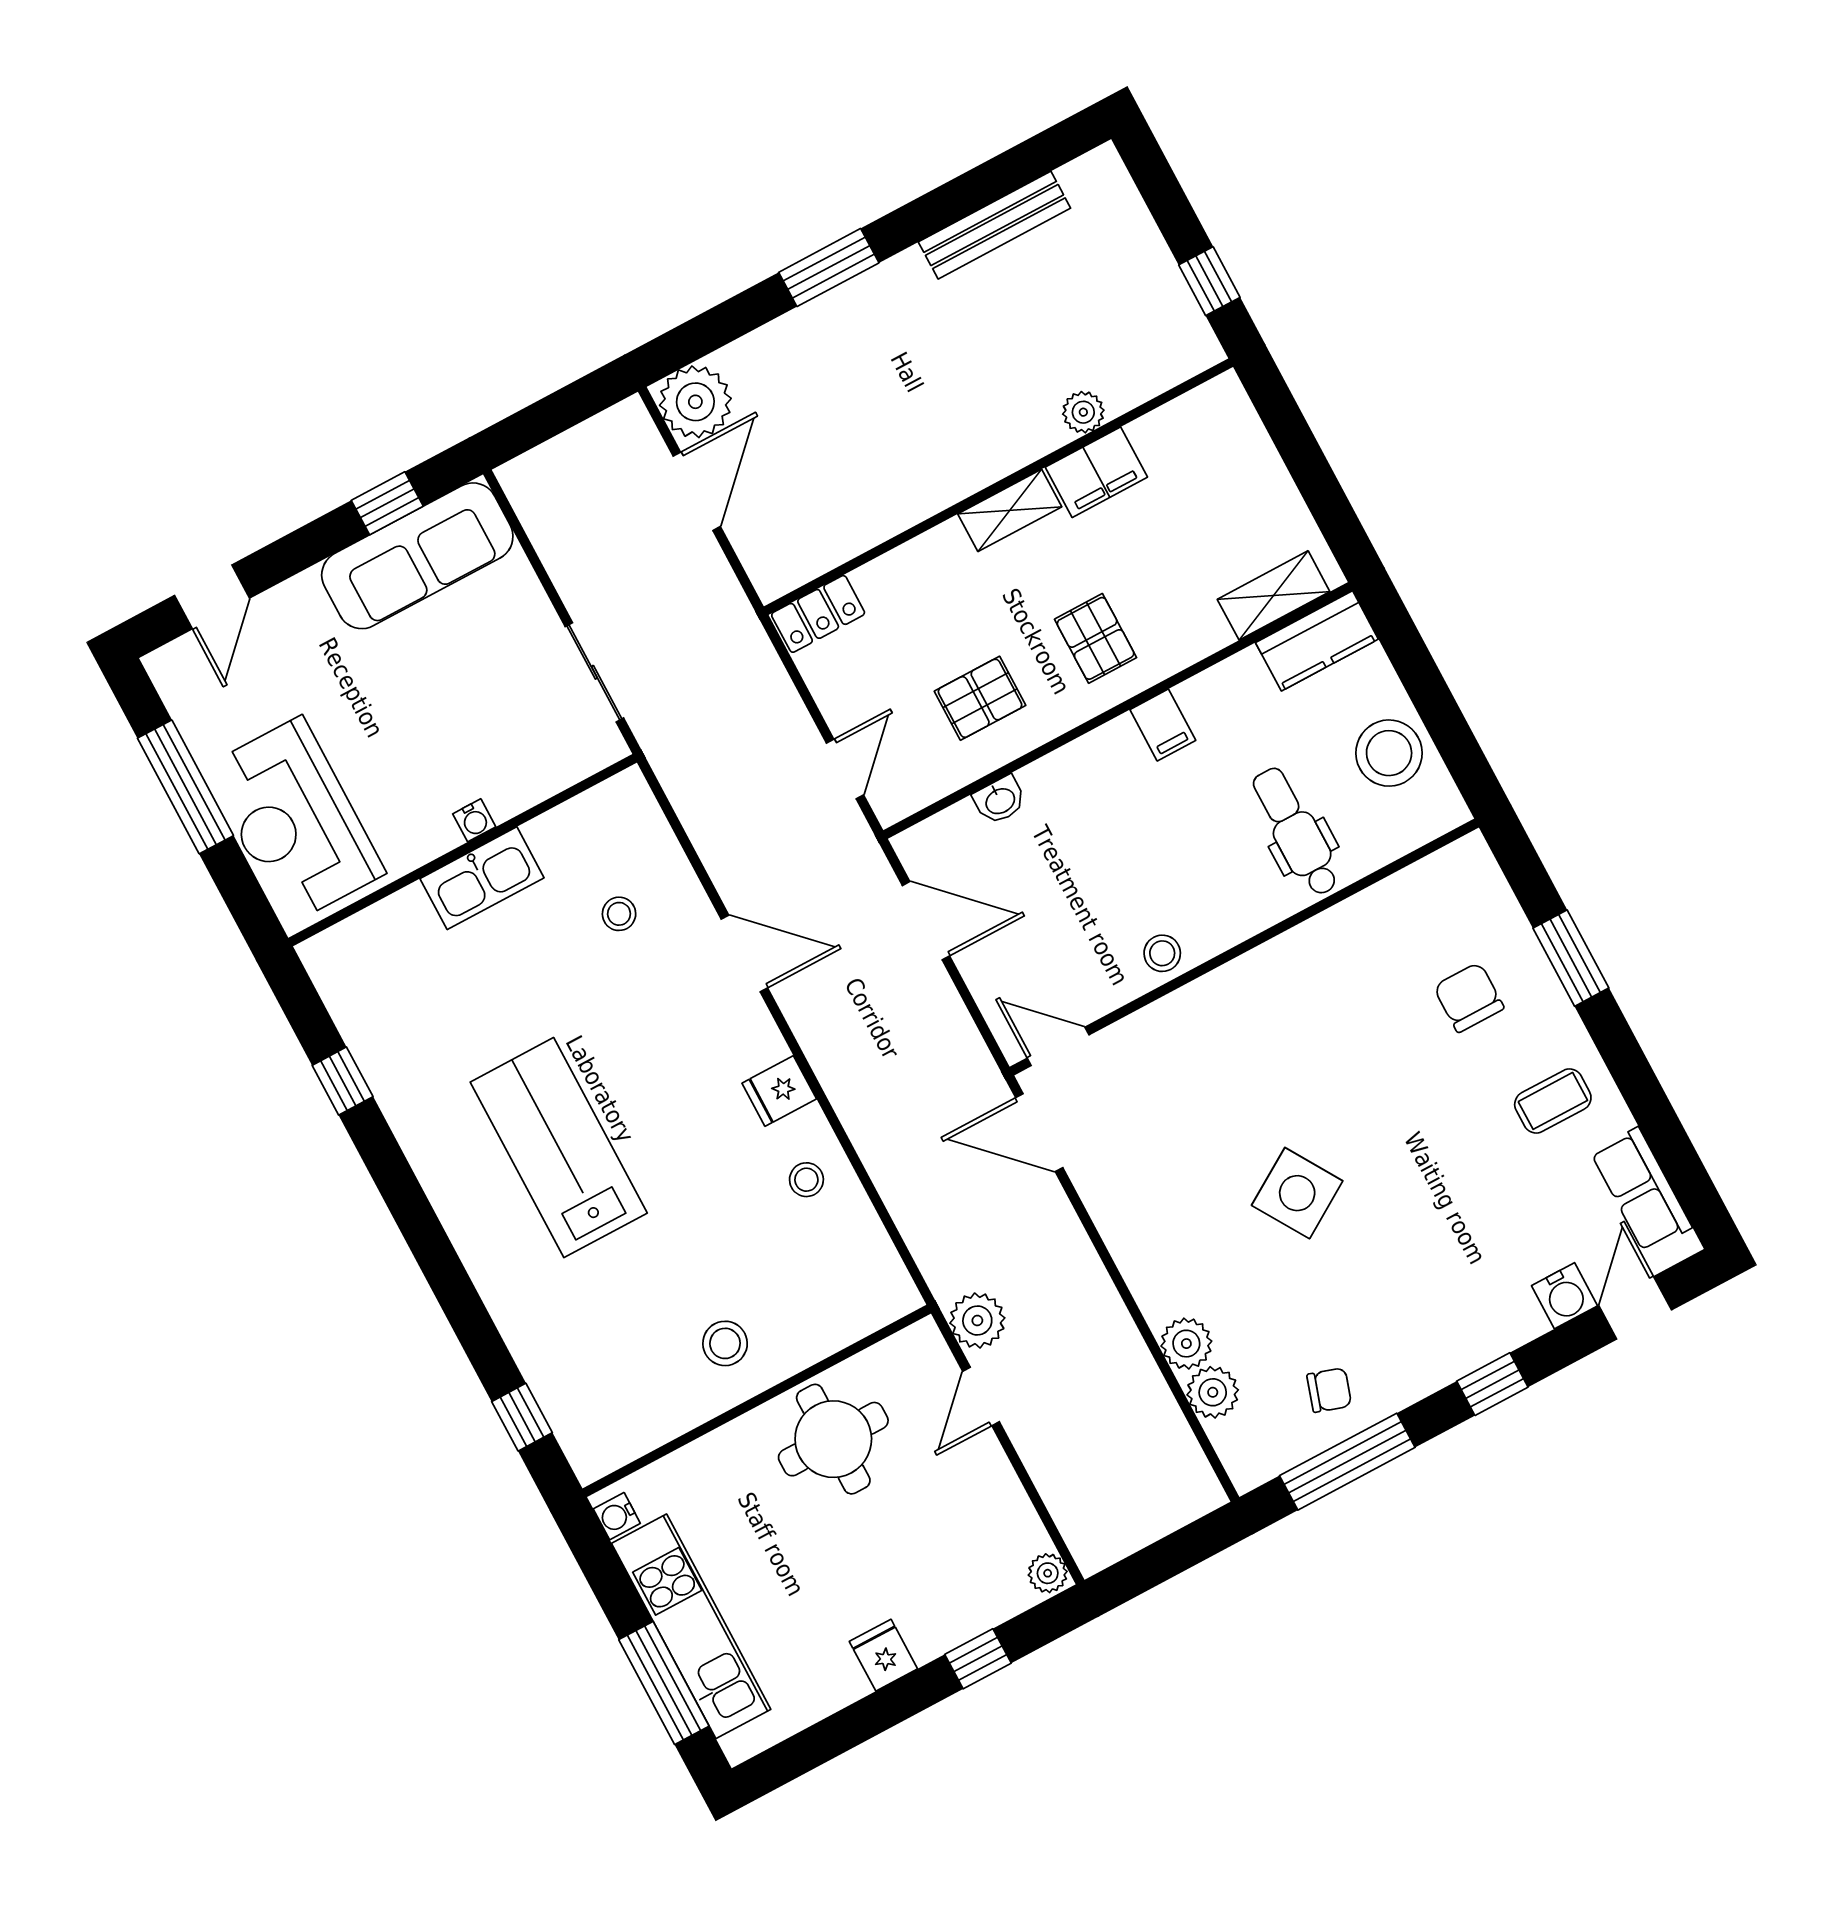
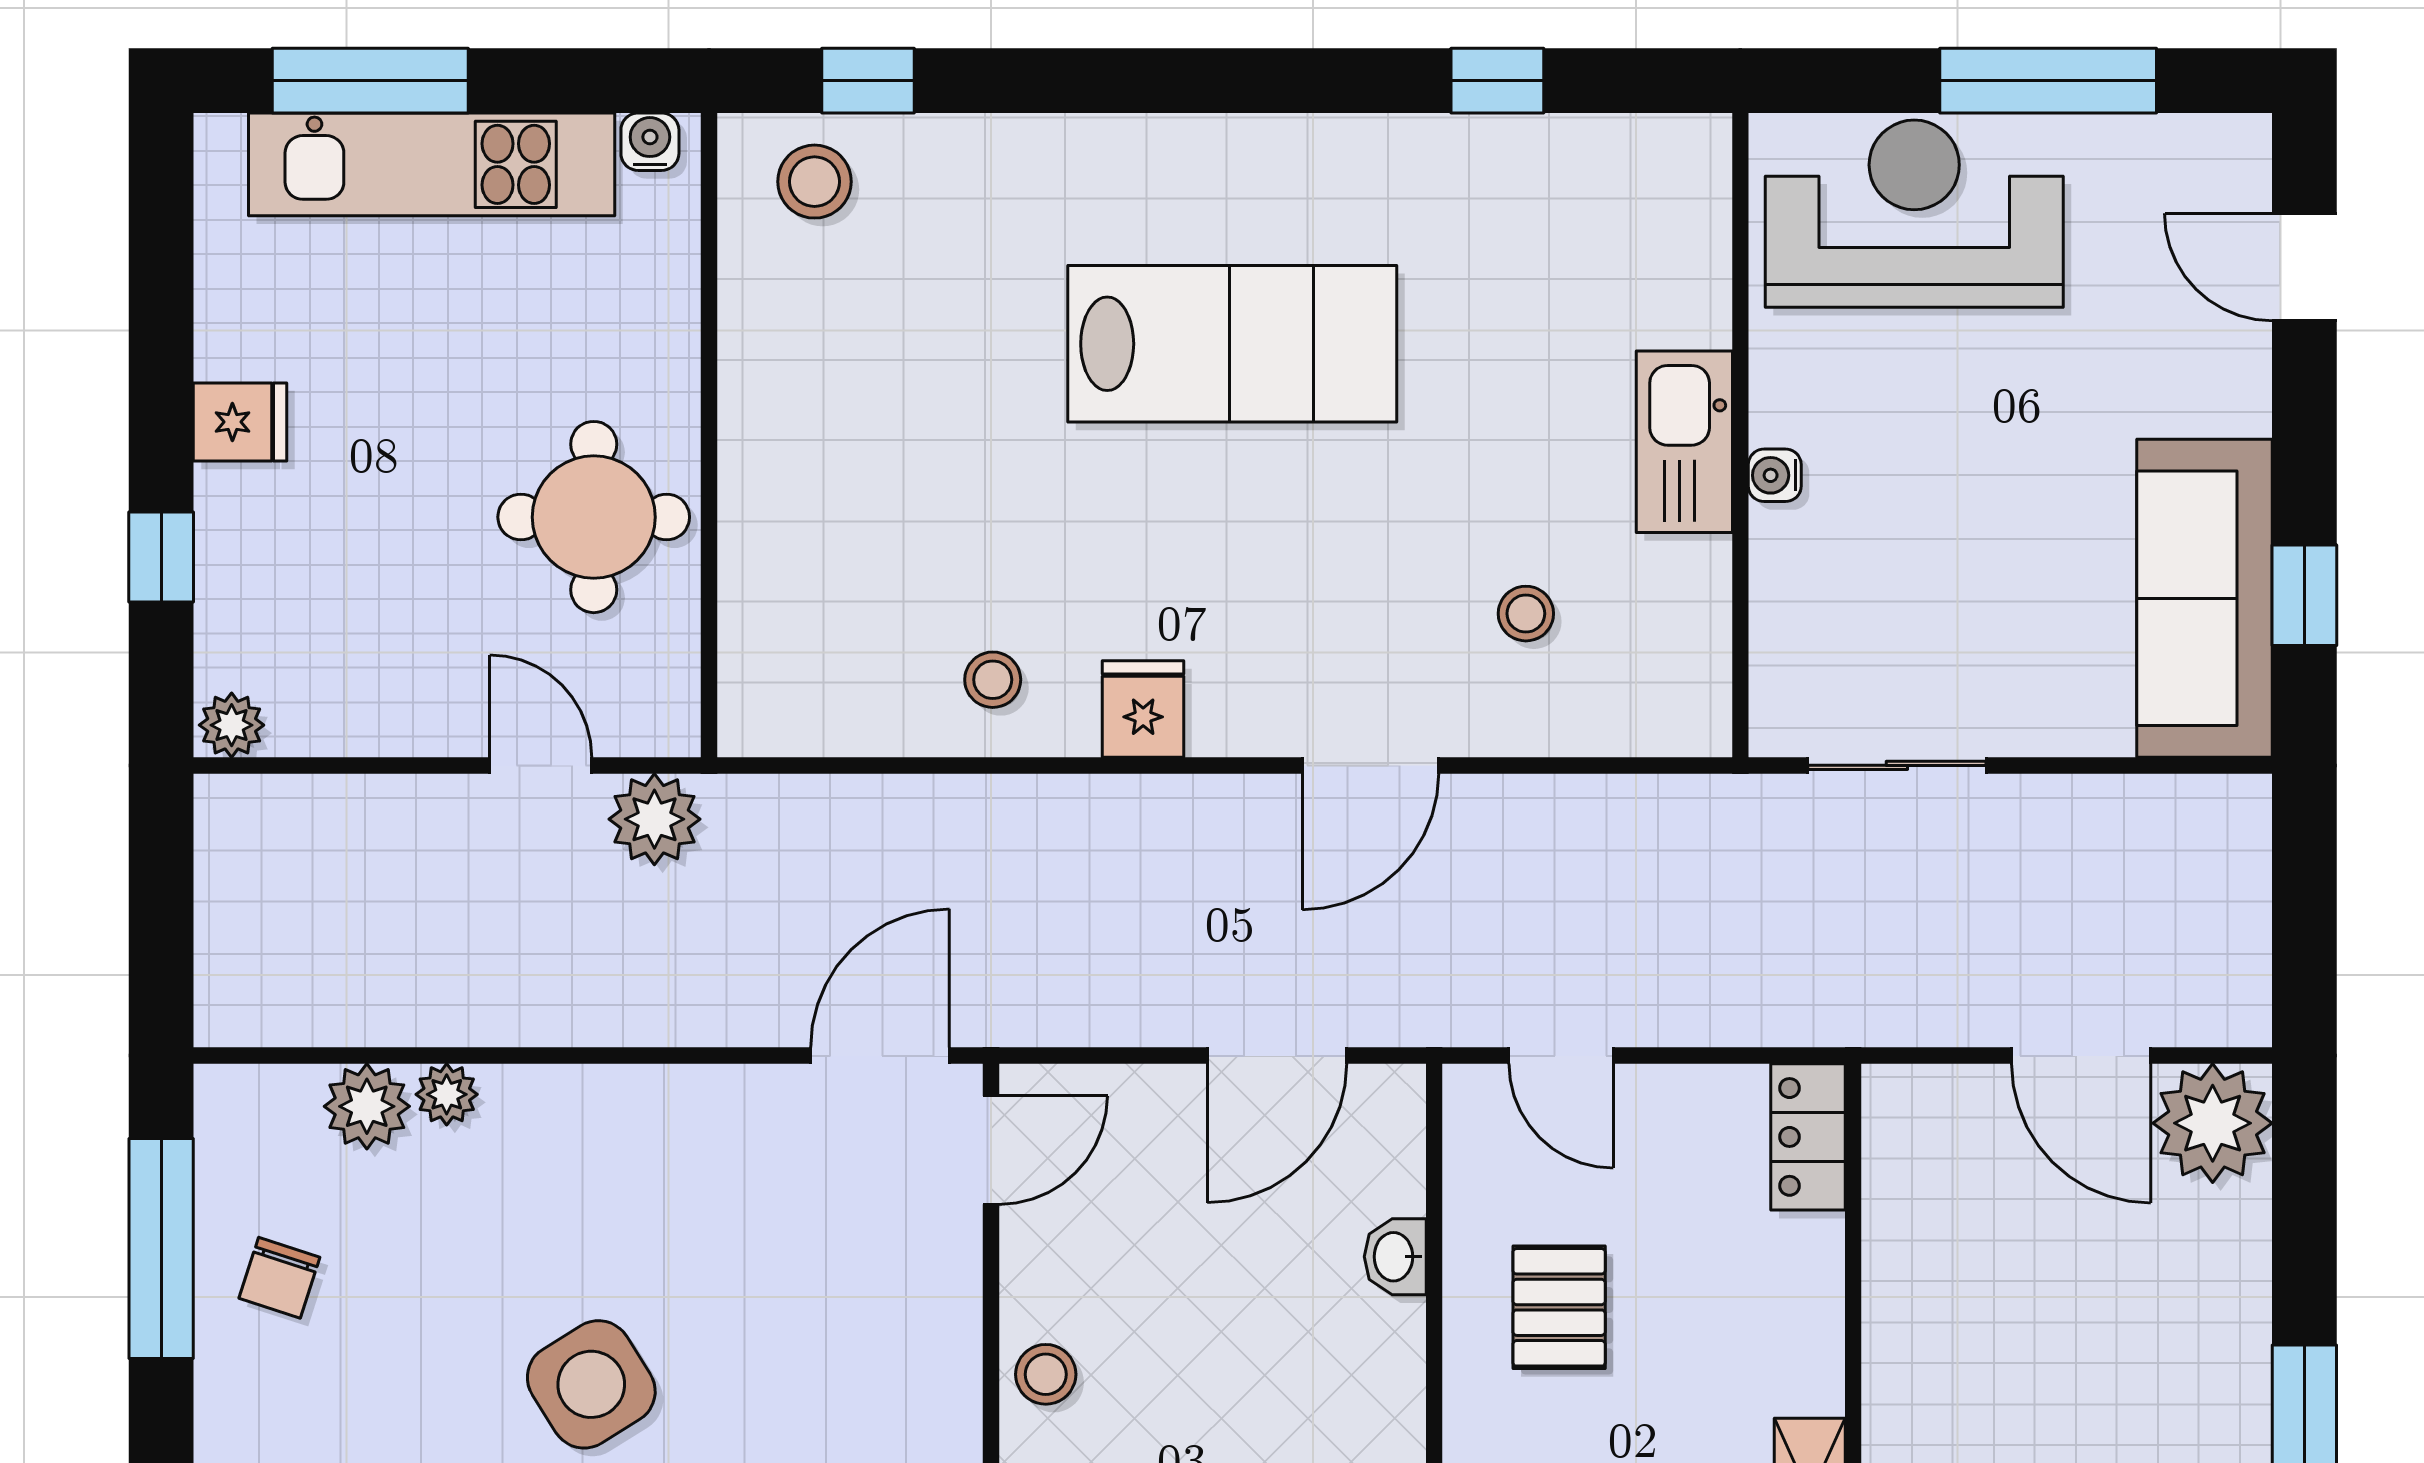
stool: (725, 1343) -> (814, 182), moved
plant: (1186, 1344) -> (447, 1094), width x0.73, depth x0.73

